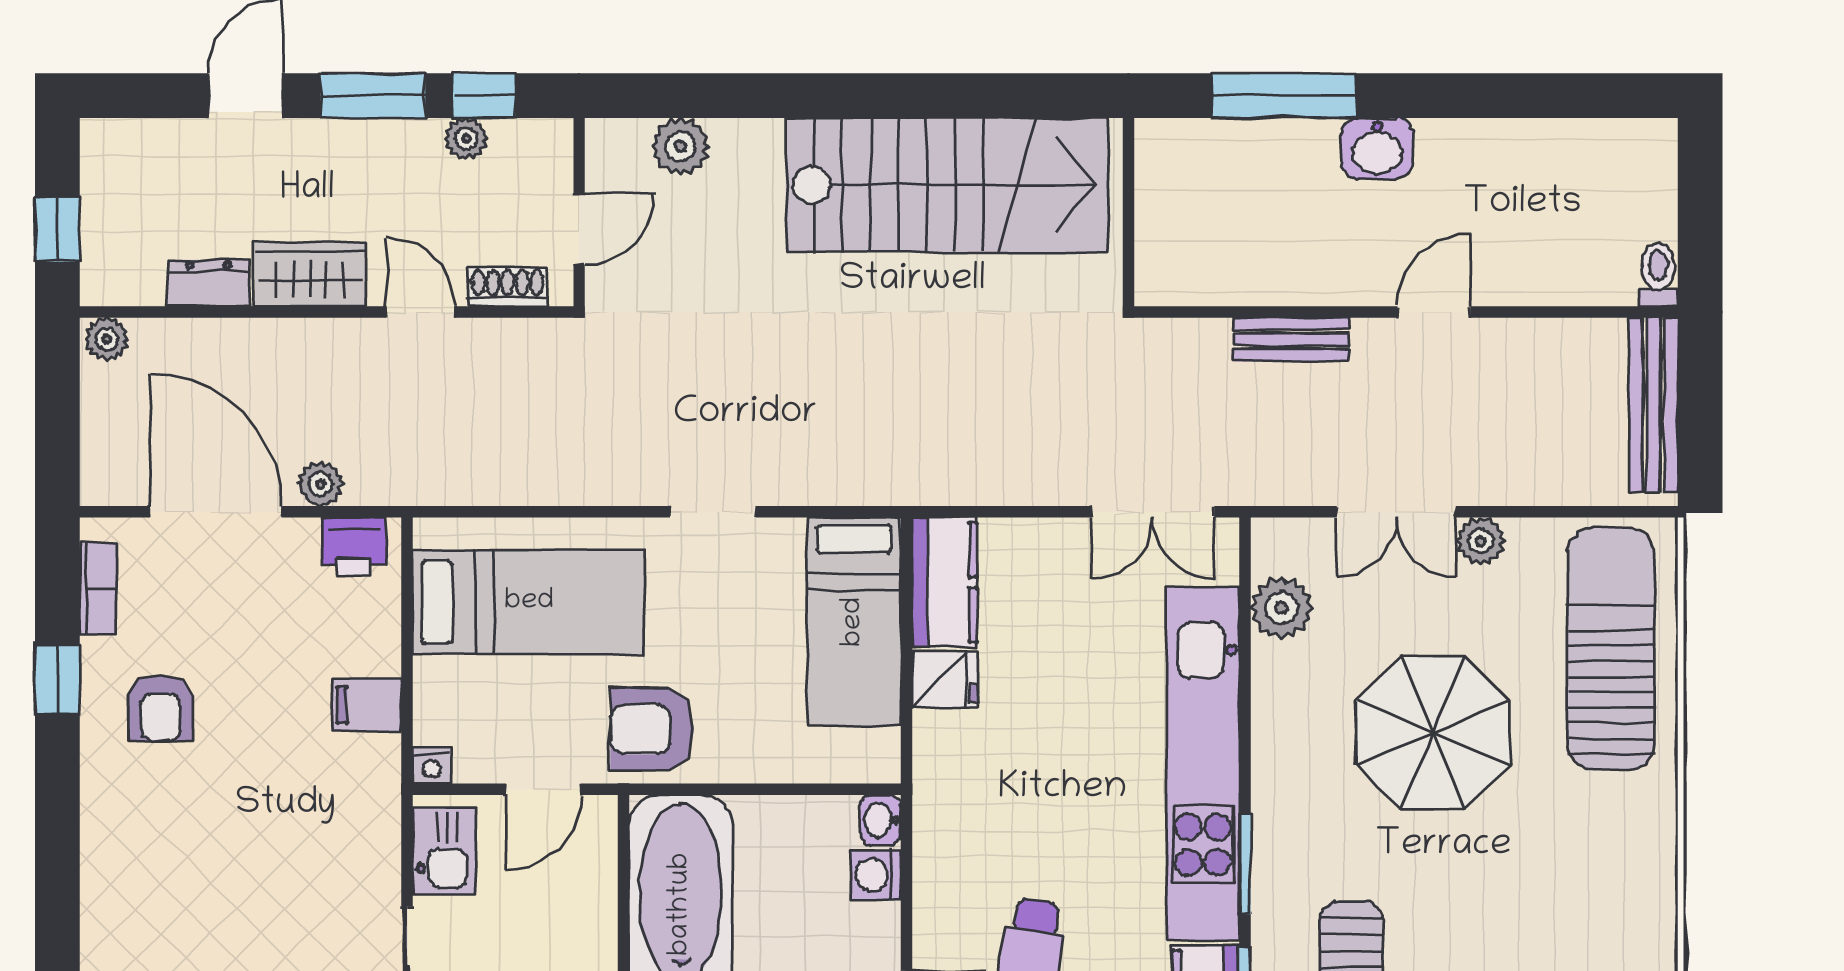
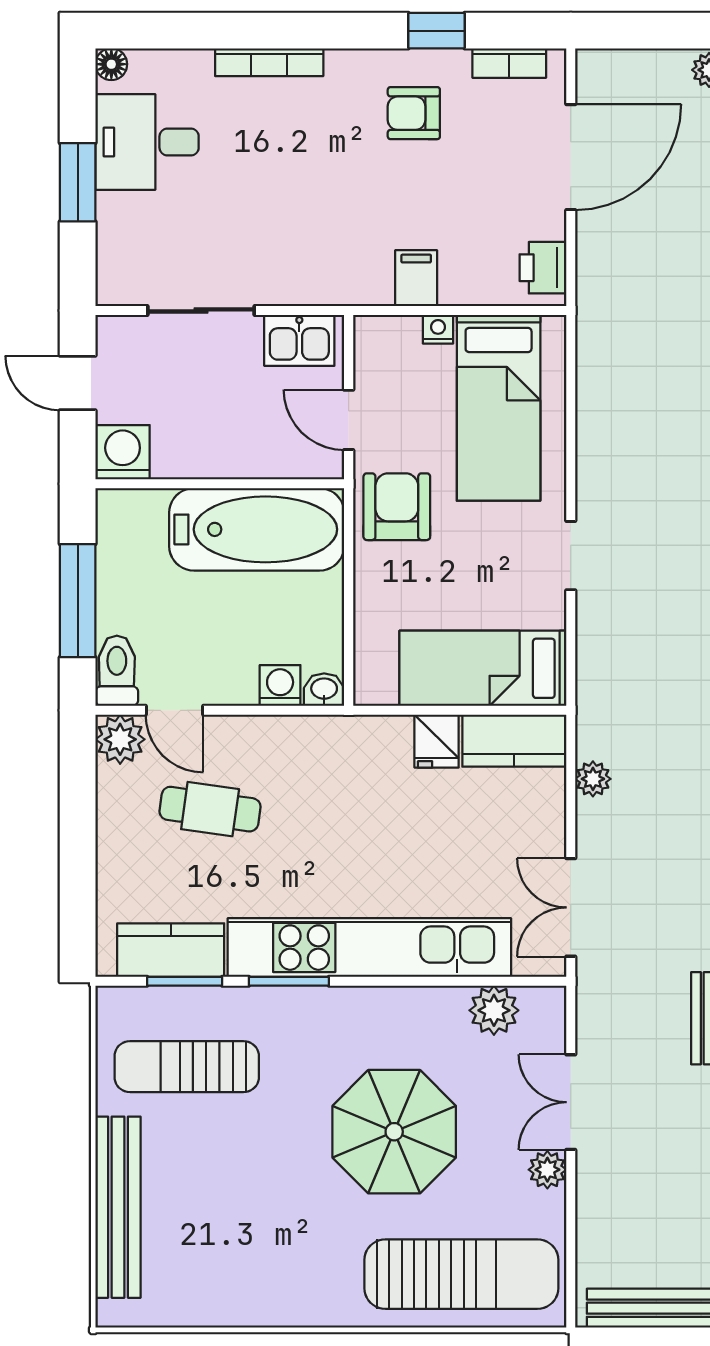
plant: (321, 484) -> (593, 779), moved
nightstand: (432, 766) -> (438, 329), moved, turned 90
bookcase: (97, 889) -> (269, 62), added

